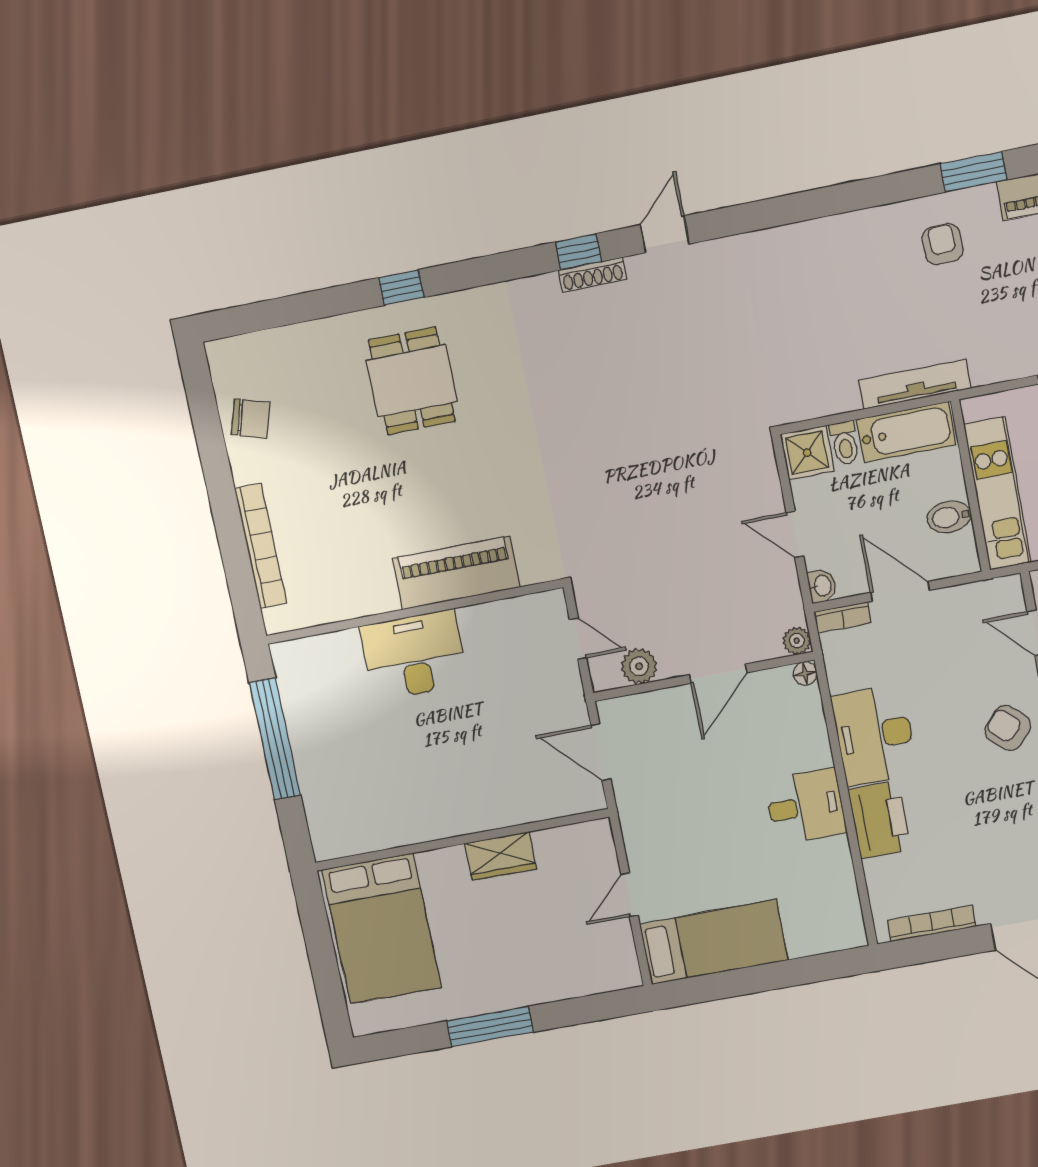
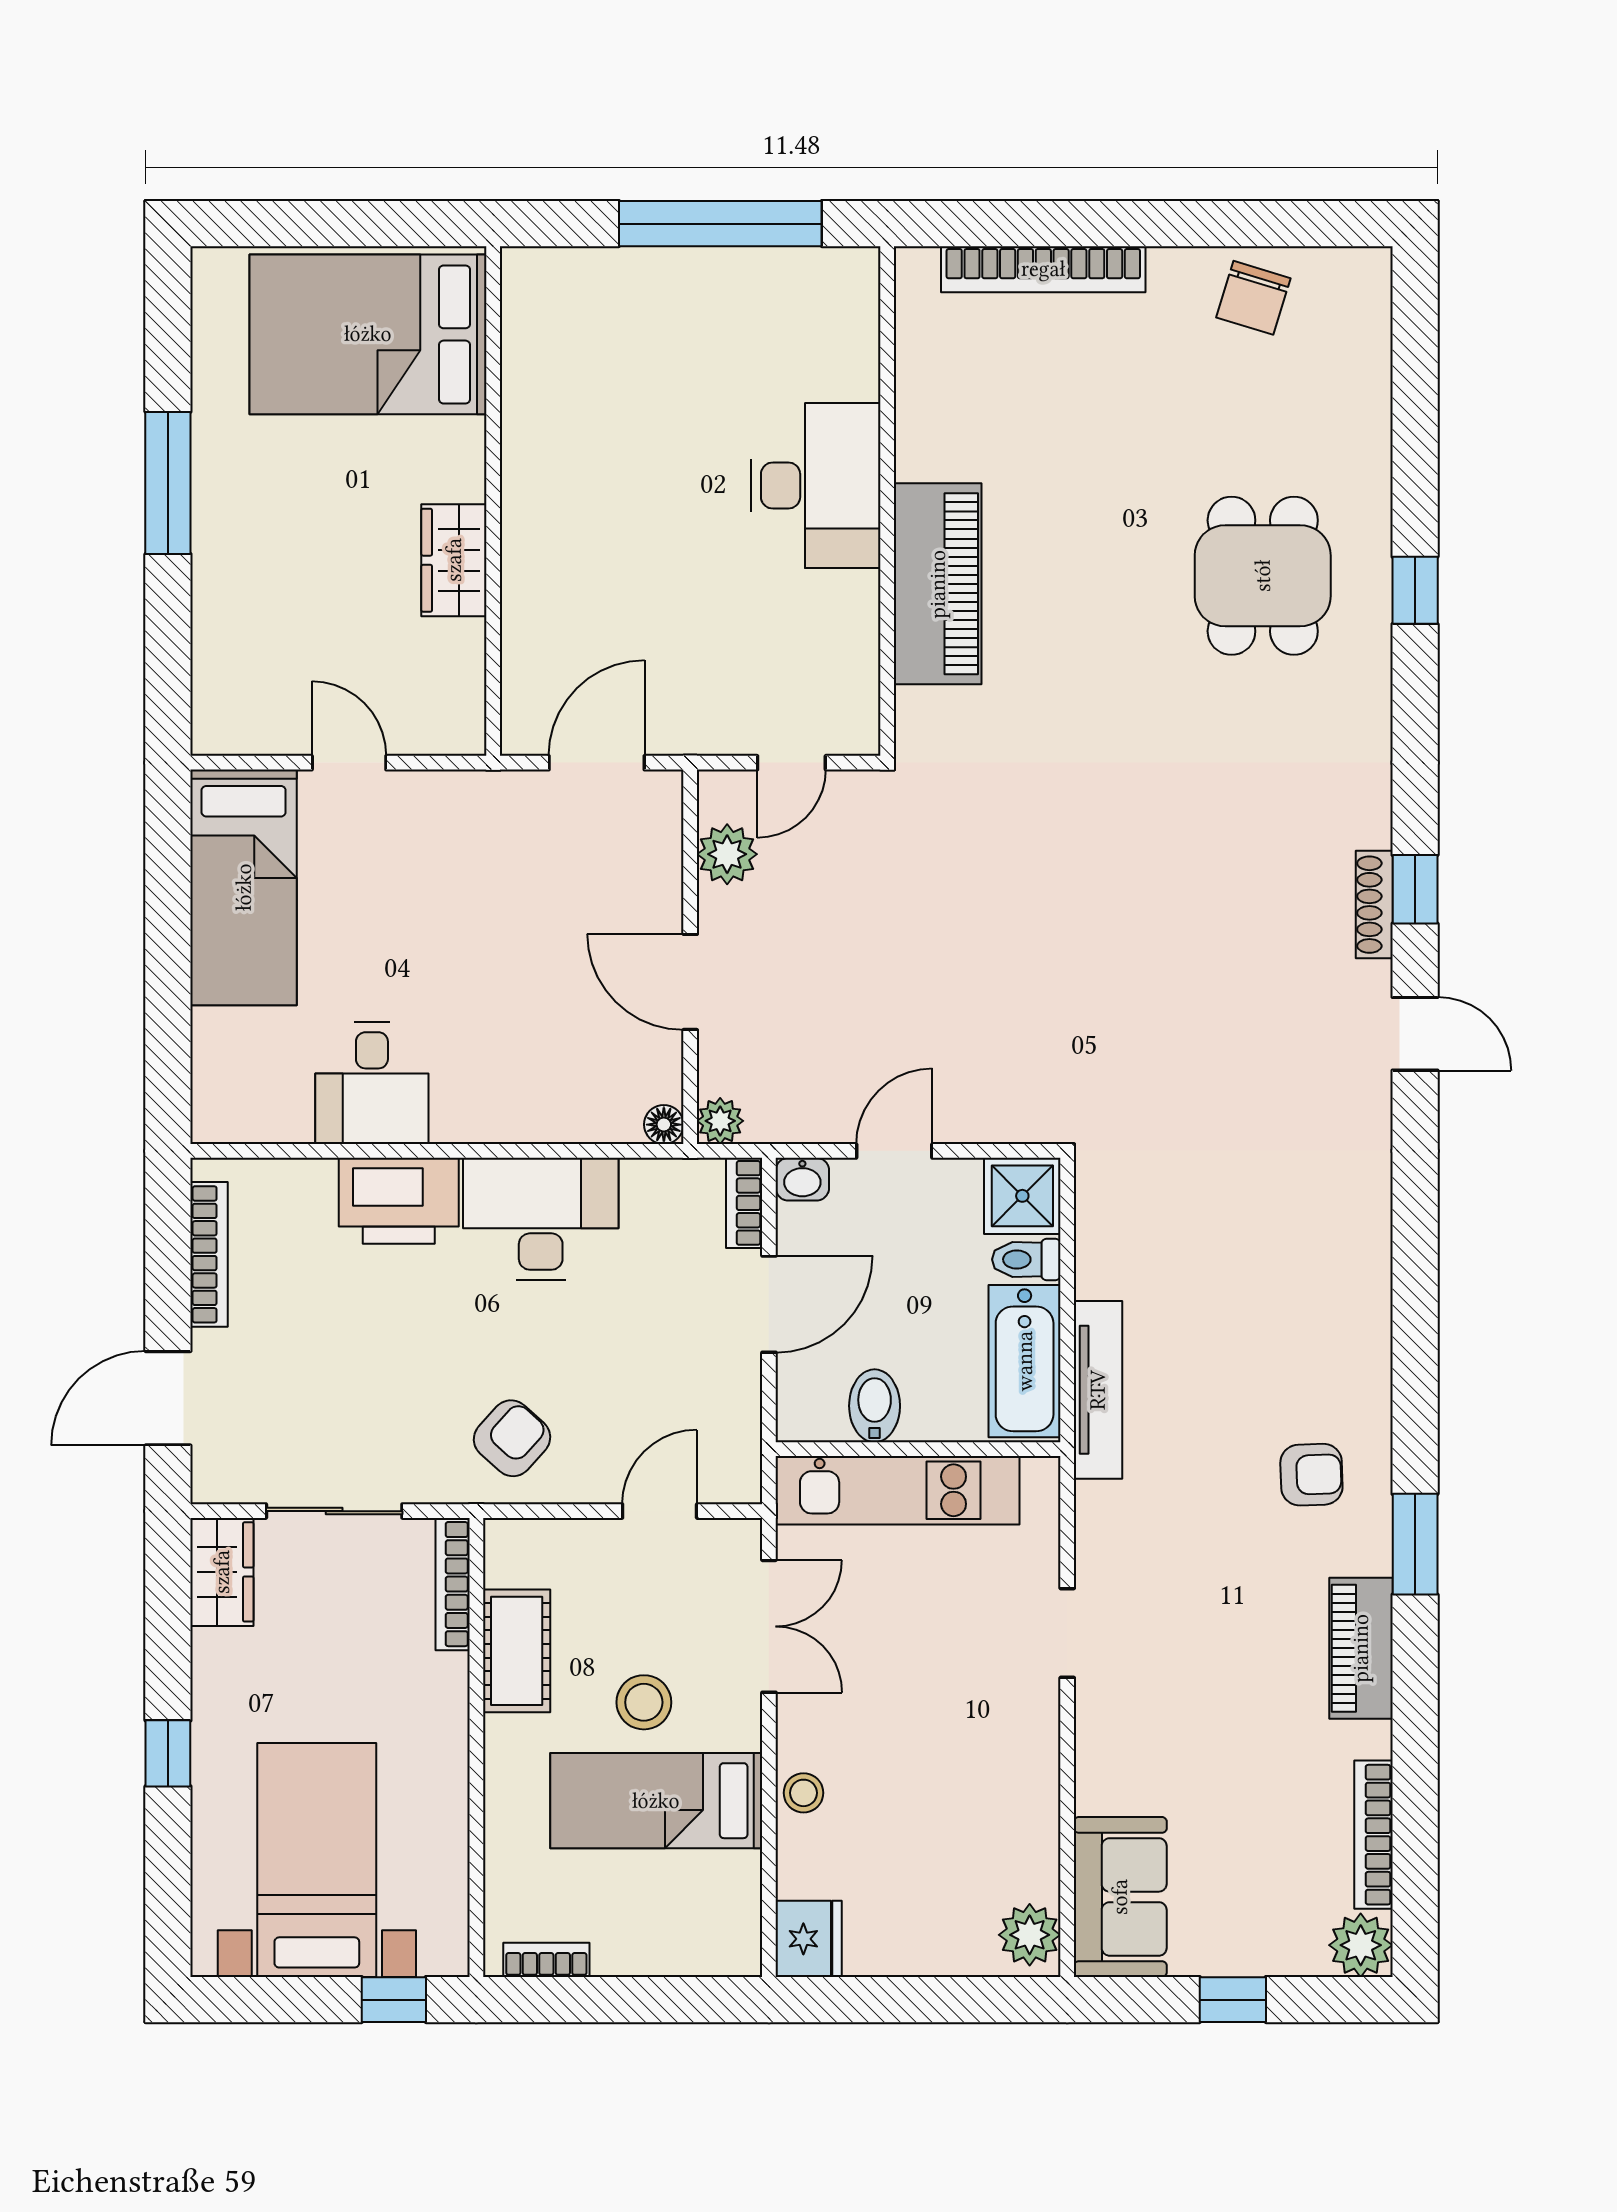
dining table: (412, 381) -> (1263, 576), turned 90
desk: (805, 806) -> (372, 1083), moved

